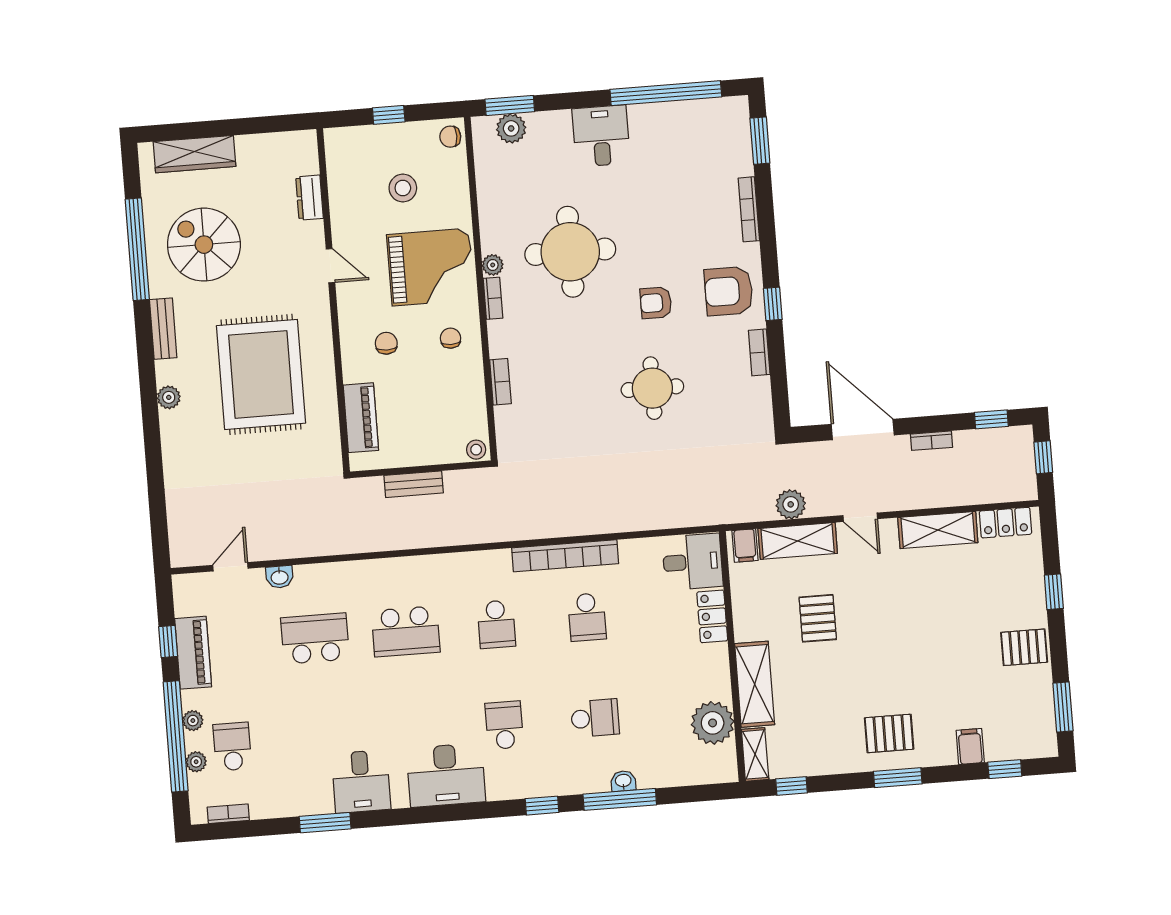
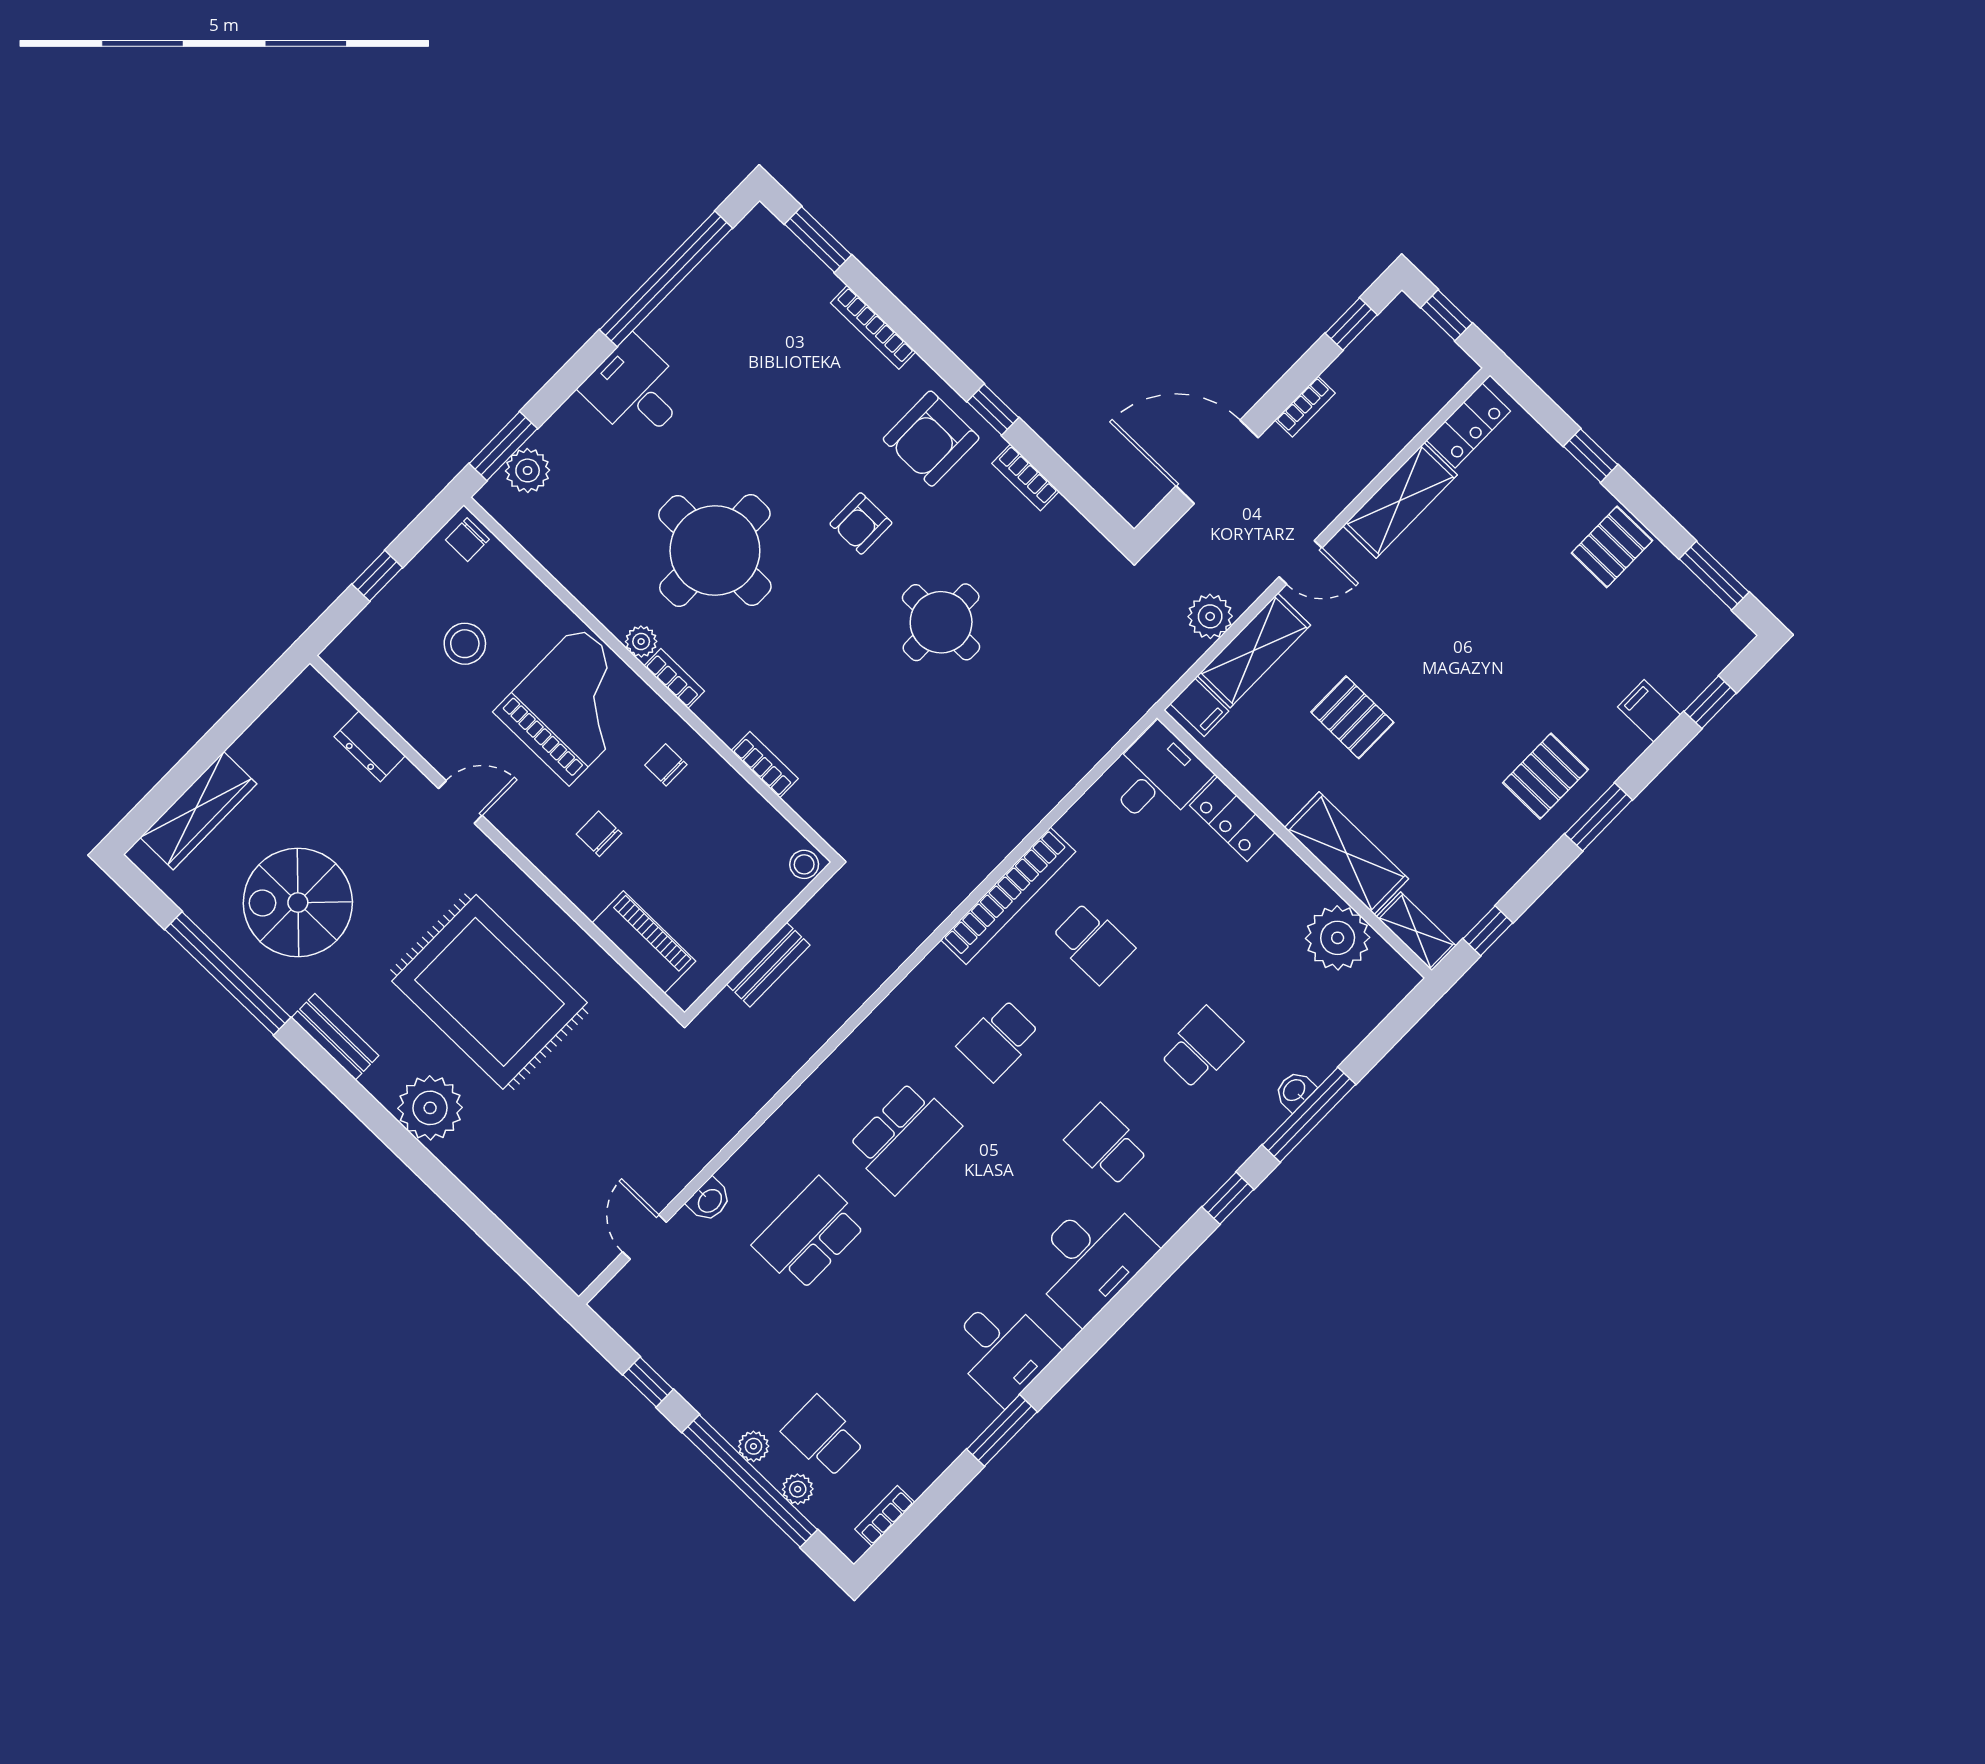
plant: (169, 397) -> (430, 1108), width x1.88, depth x1.88
school desk: (496, 624) -> (998, 1040), turned 90
piano: (193, 653) -> (687, 1370), removed

